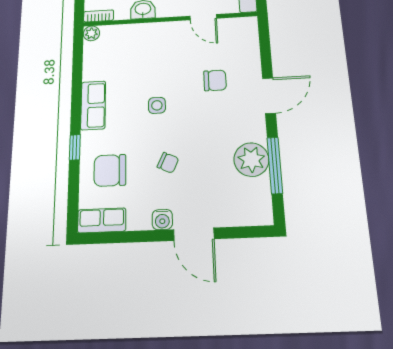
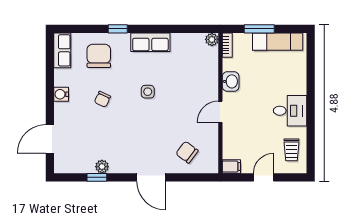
door: (203, 17) -> (220, 112), moved
chair: (215, 80) -> (187, 152), moved, turned 127
plant: (251, 160) -> (102, 167), width x0.53, depth x0.53
window: (275, 165) -> (97, 177), width x0.46
door: (194, 234) -> (50, 139), moved

